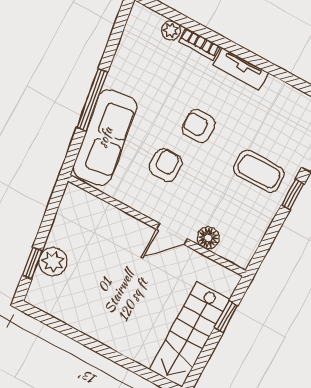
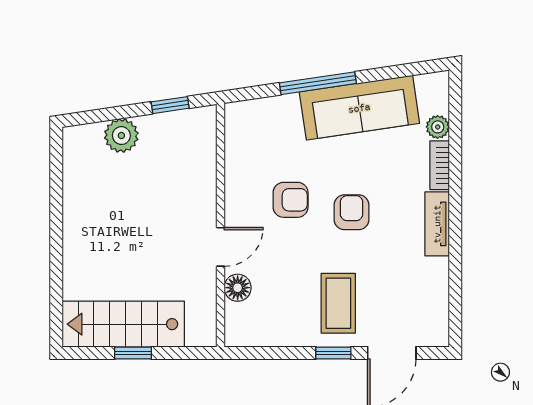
sofa: (105, 137) -> (359, 108), moved
door: (172, 234) -> (221, 247), swing flipped
window: (32, 263) -> (170, 105), moved
window: (226, 317) -> (133, 353), moved

